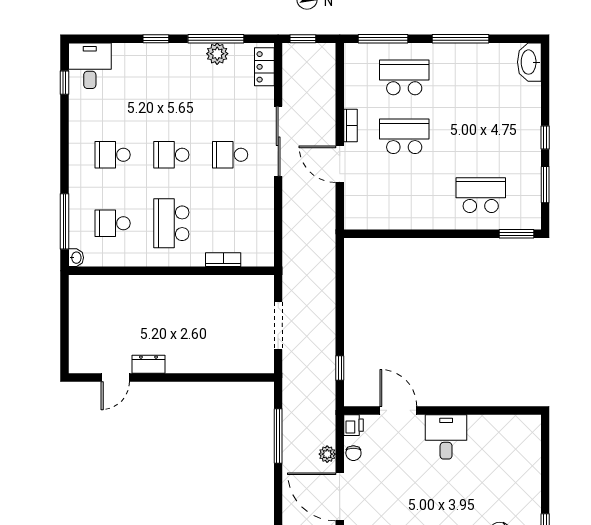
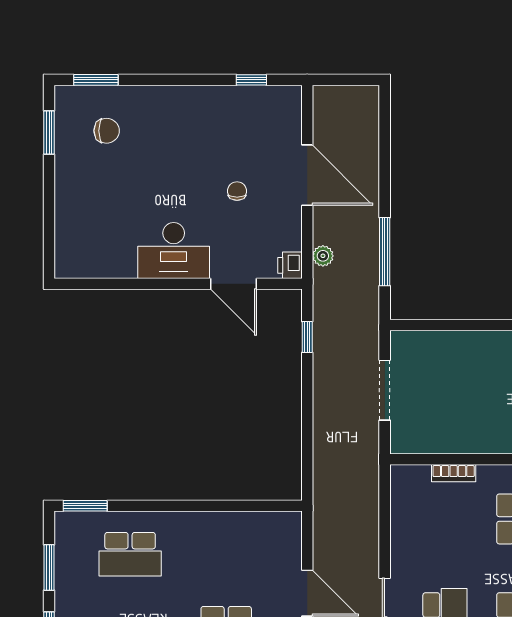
desk: (446, 437) -> (174, 251), width x1.37
chair: (353, 453) -> (237, 191), moved
plant: (327, 454) -> (323, 256), moved

